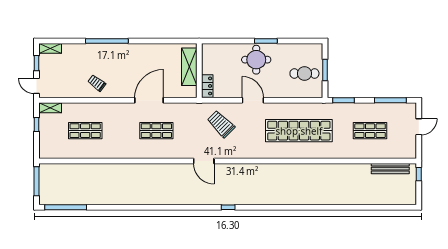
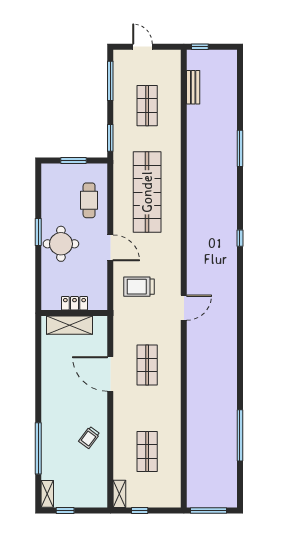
window: (107, 41) -> (38, 448), moved
cafe table: (304, 73) -> (89, 200), moved
door: (37, 86) -> (93, 510), removed
locker: (207, 86) -> (75, 303), moved
door: (253, 100) -> (110, 248), swing flipped
trolley: (221, 124) -> (139, 287), turned 45
bench: (390, 169) -> (193, 87), width x0.73
window: (66, 207) -> (240, 435), moved
window: (228, 207) -> (240, 238), moved
window: (335, 207) -> (240, 148), added

